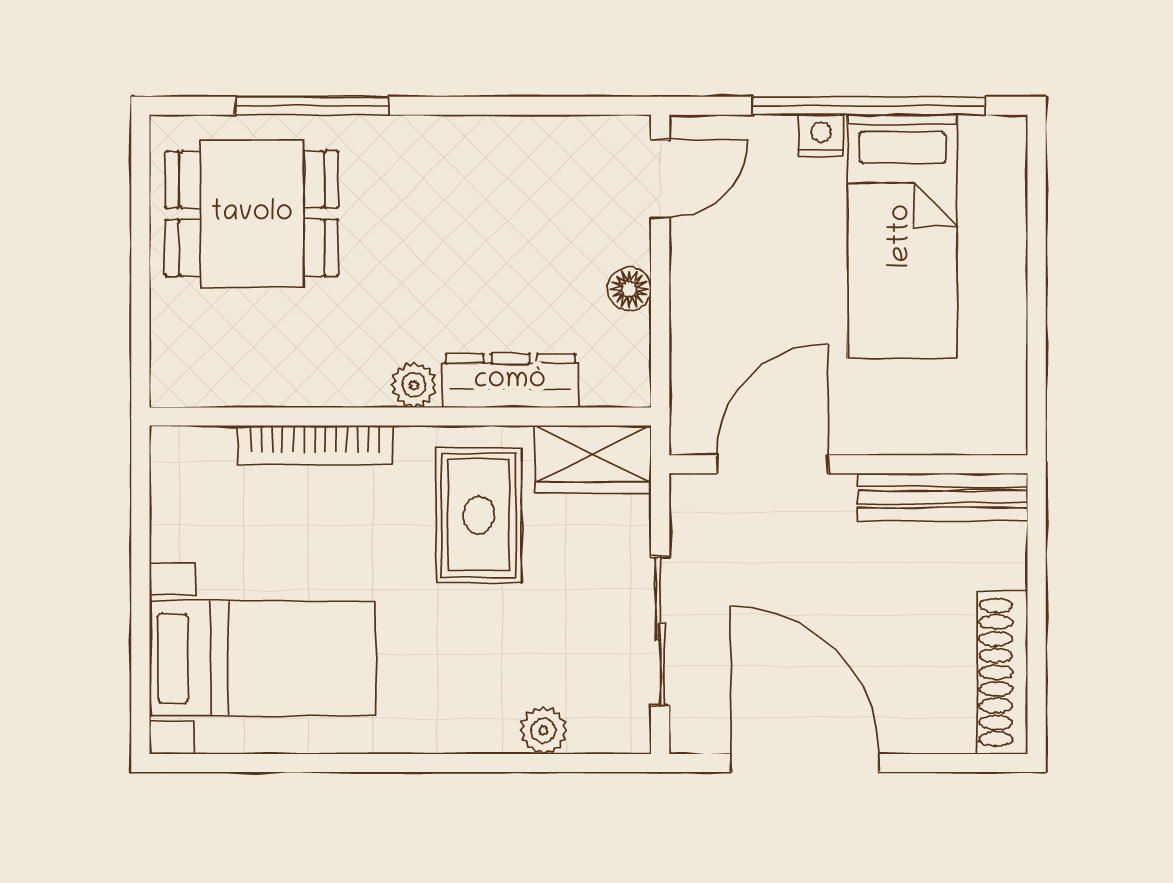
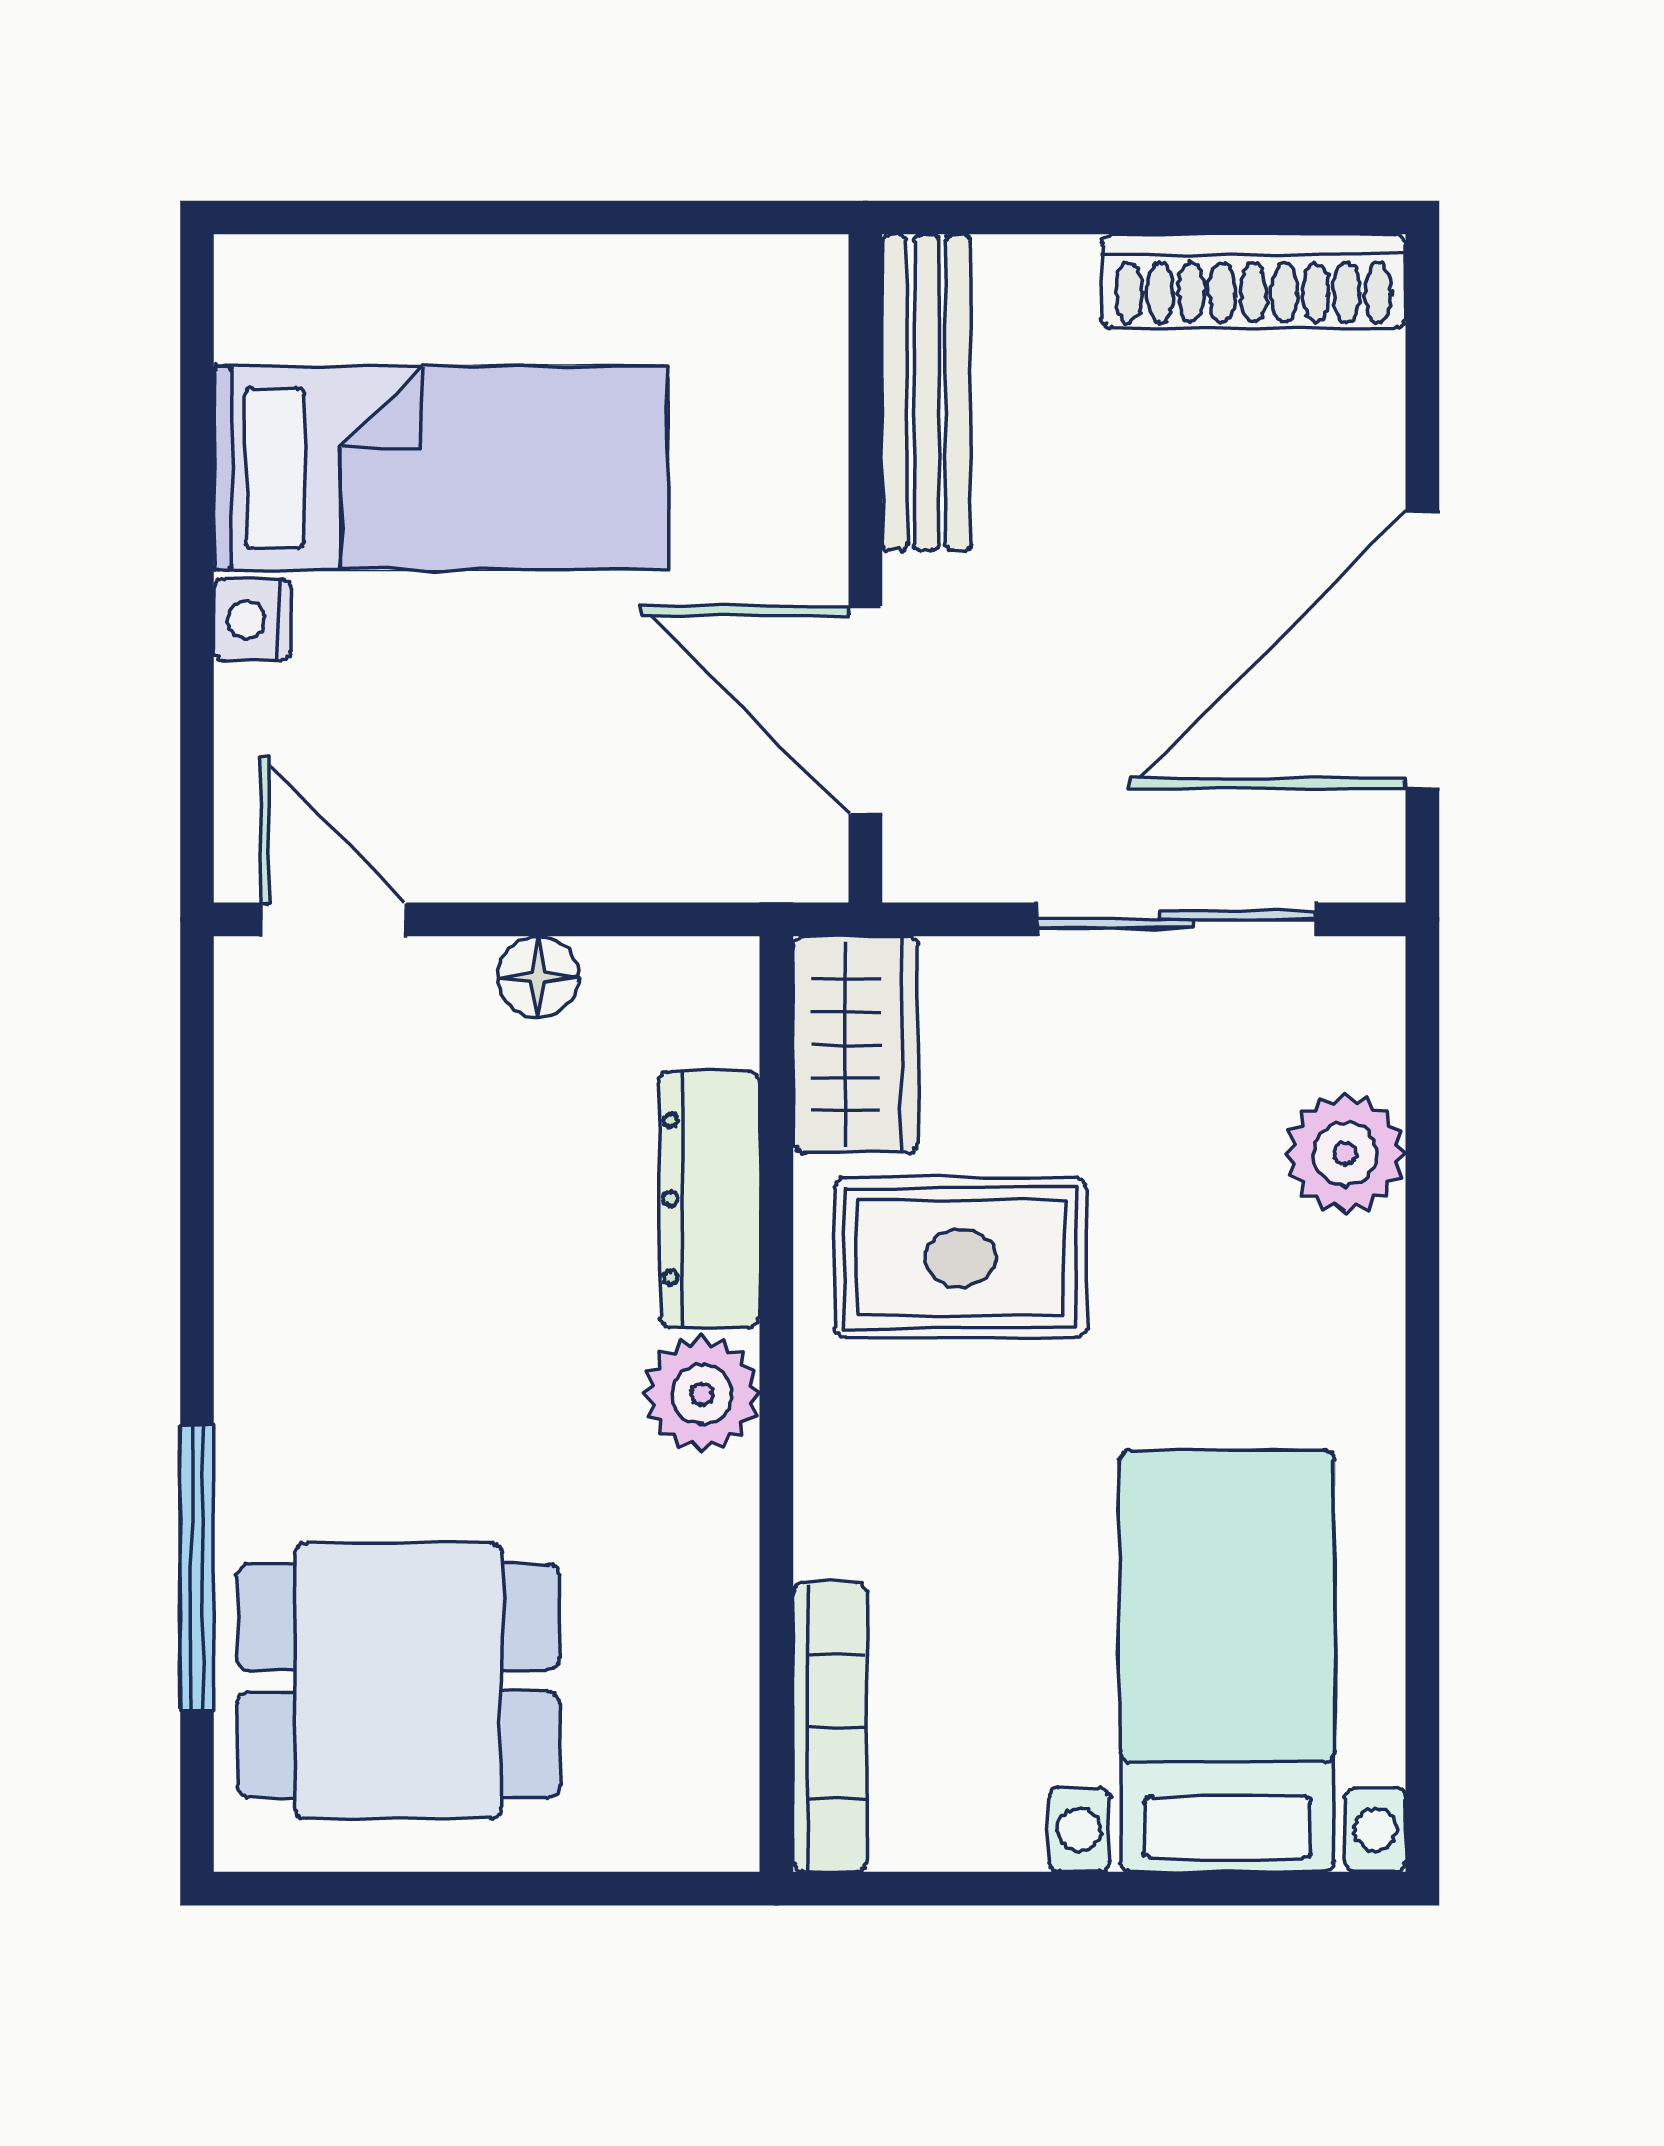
window: (869, 106) -> (197, 530), removed
dining table: (252, 214) -> (398, 1681), turned 90
plant: (414, 385) -> (702, 1394), width x1.38, depth x1.38
bookcase: (315, 445) -> (830, 1727), moved
plant: (543, 730) -> (1345, 1154), width x1.38, depth x1.38

